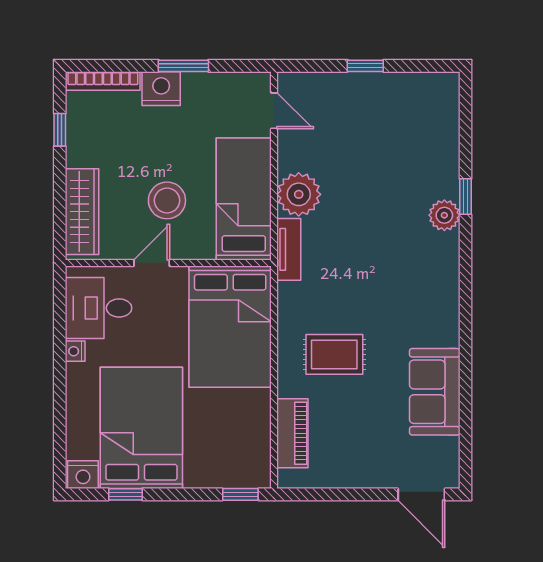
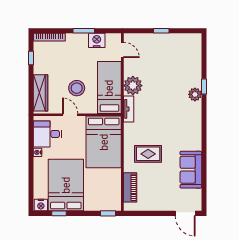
nightstand: (161, 89) -> (97, 40), moved
door: (152, 263) -> (70, 115), hinge flipped

